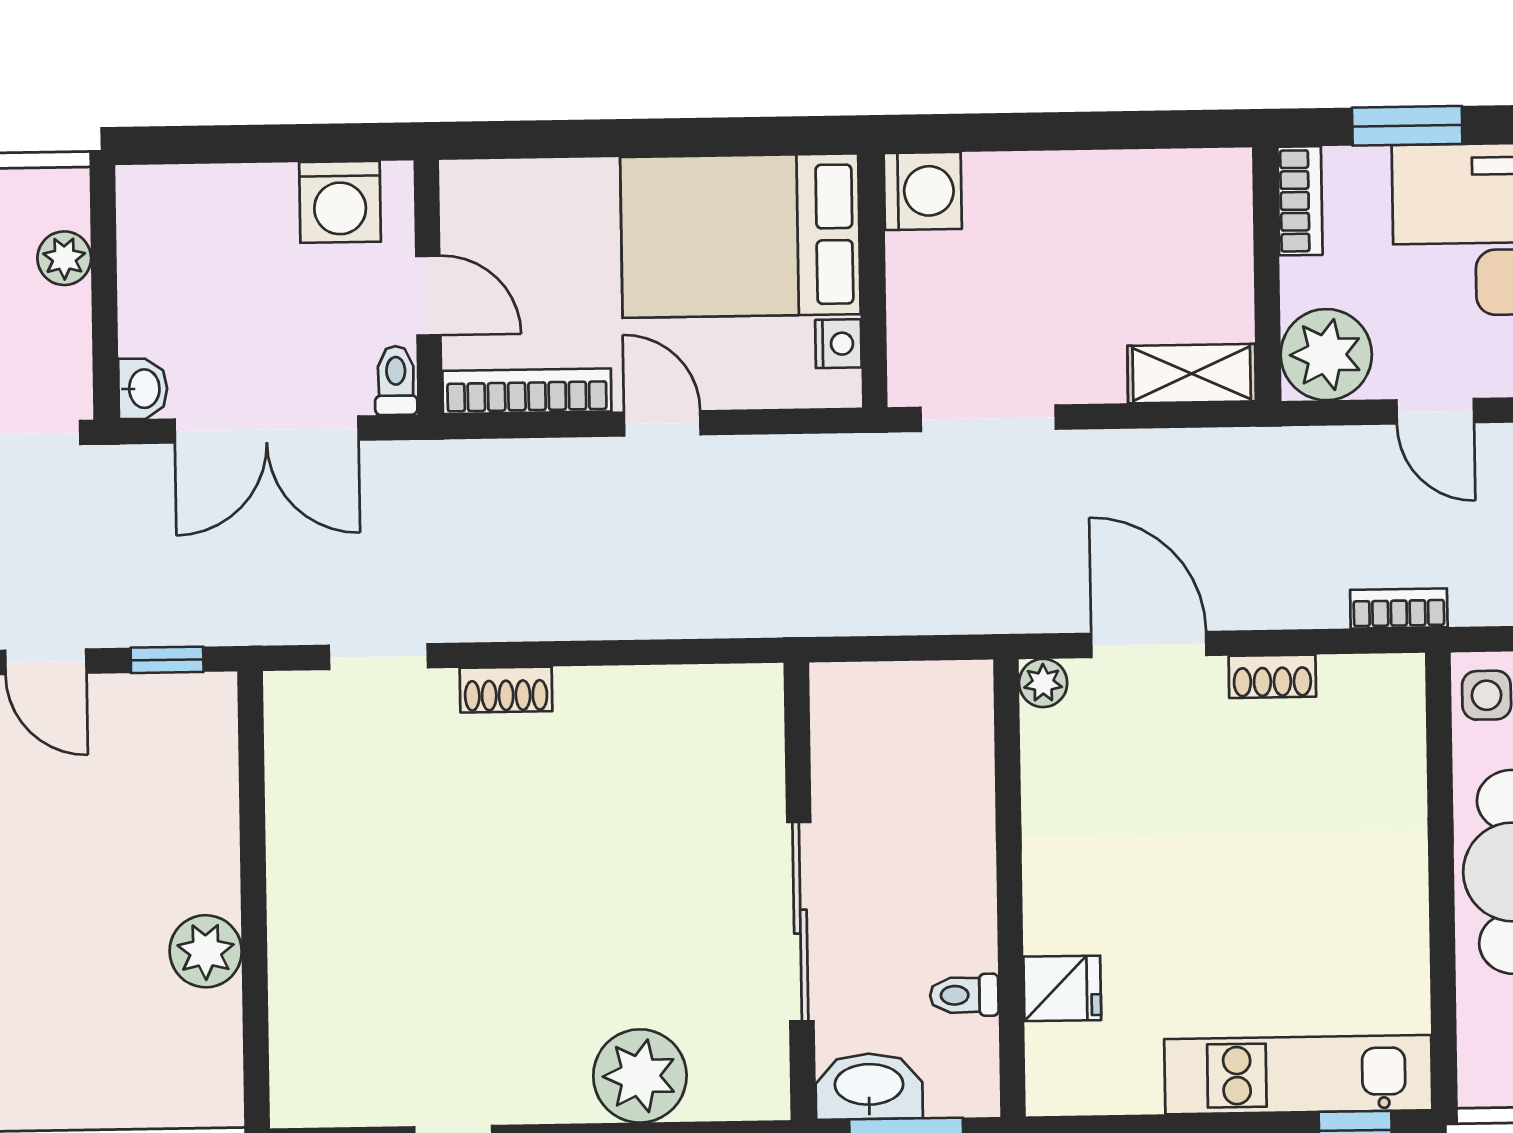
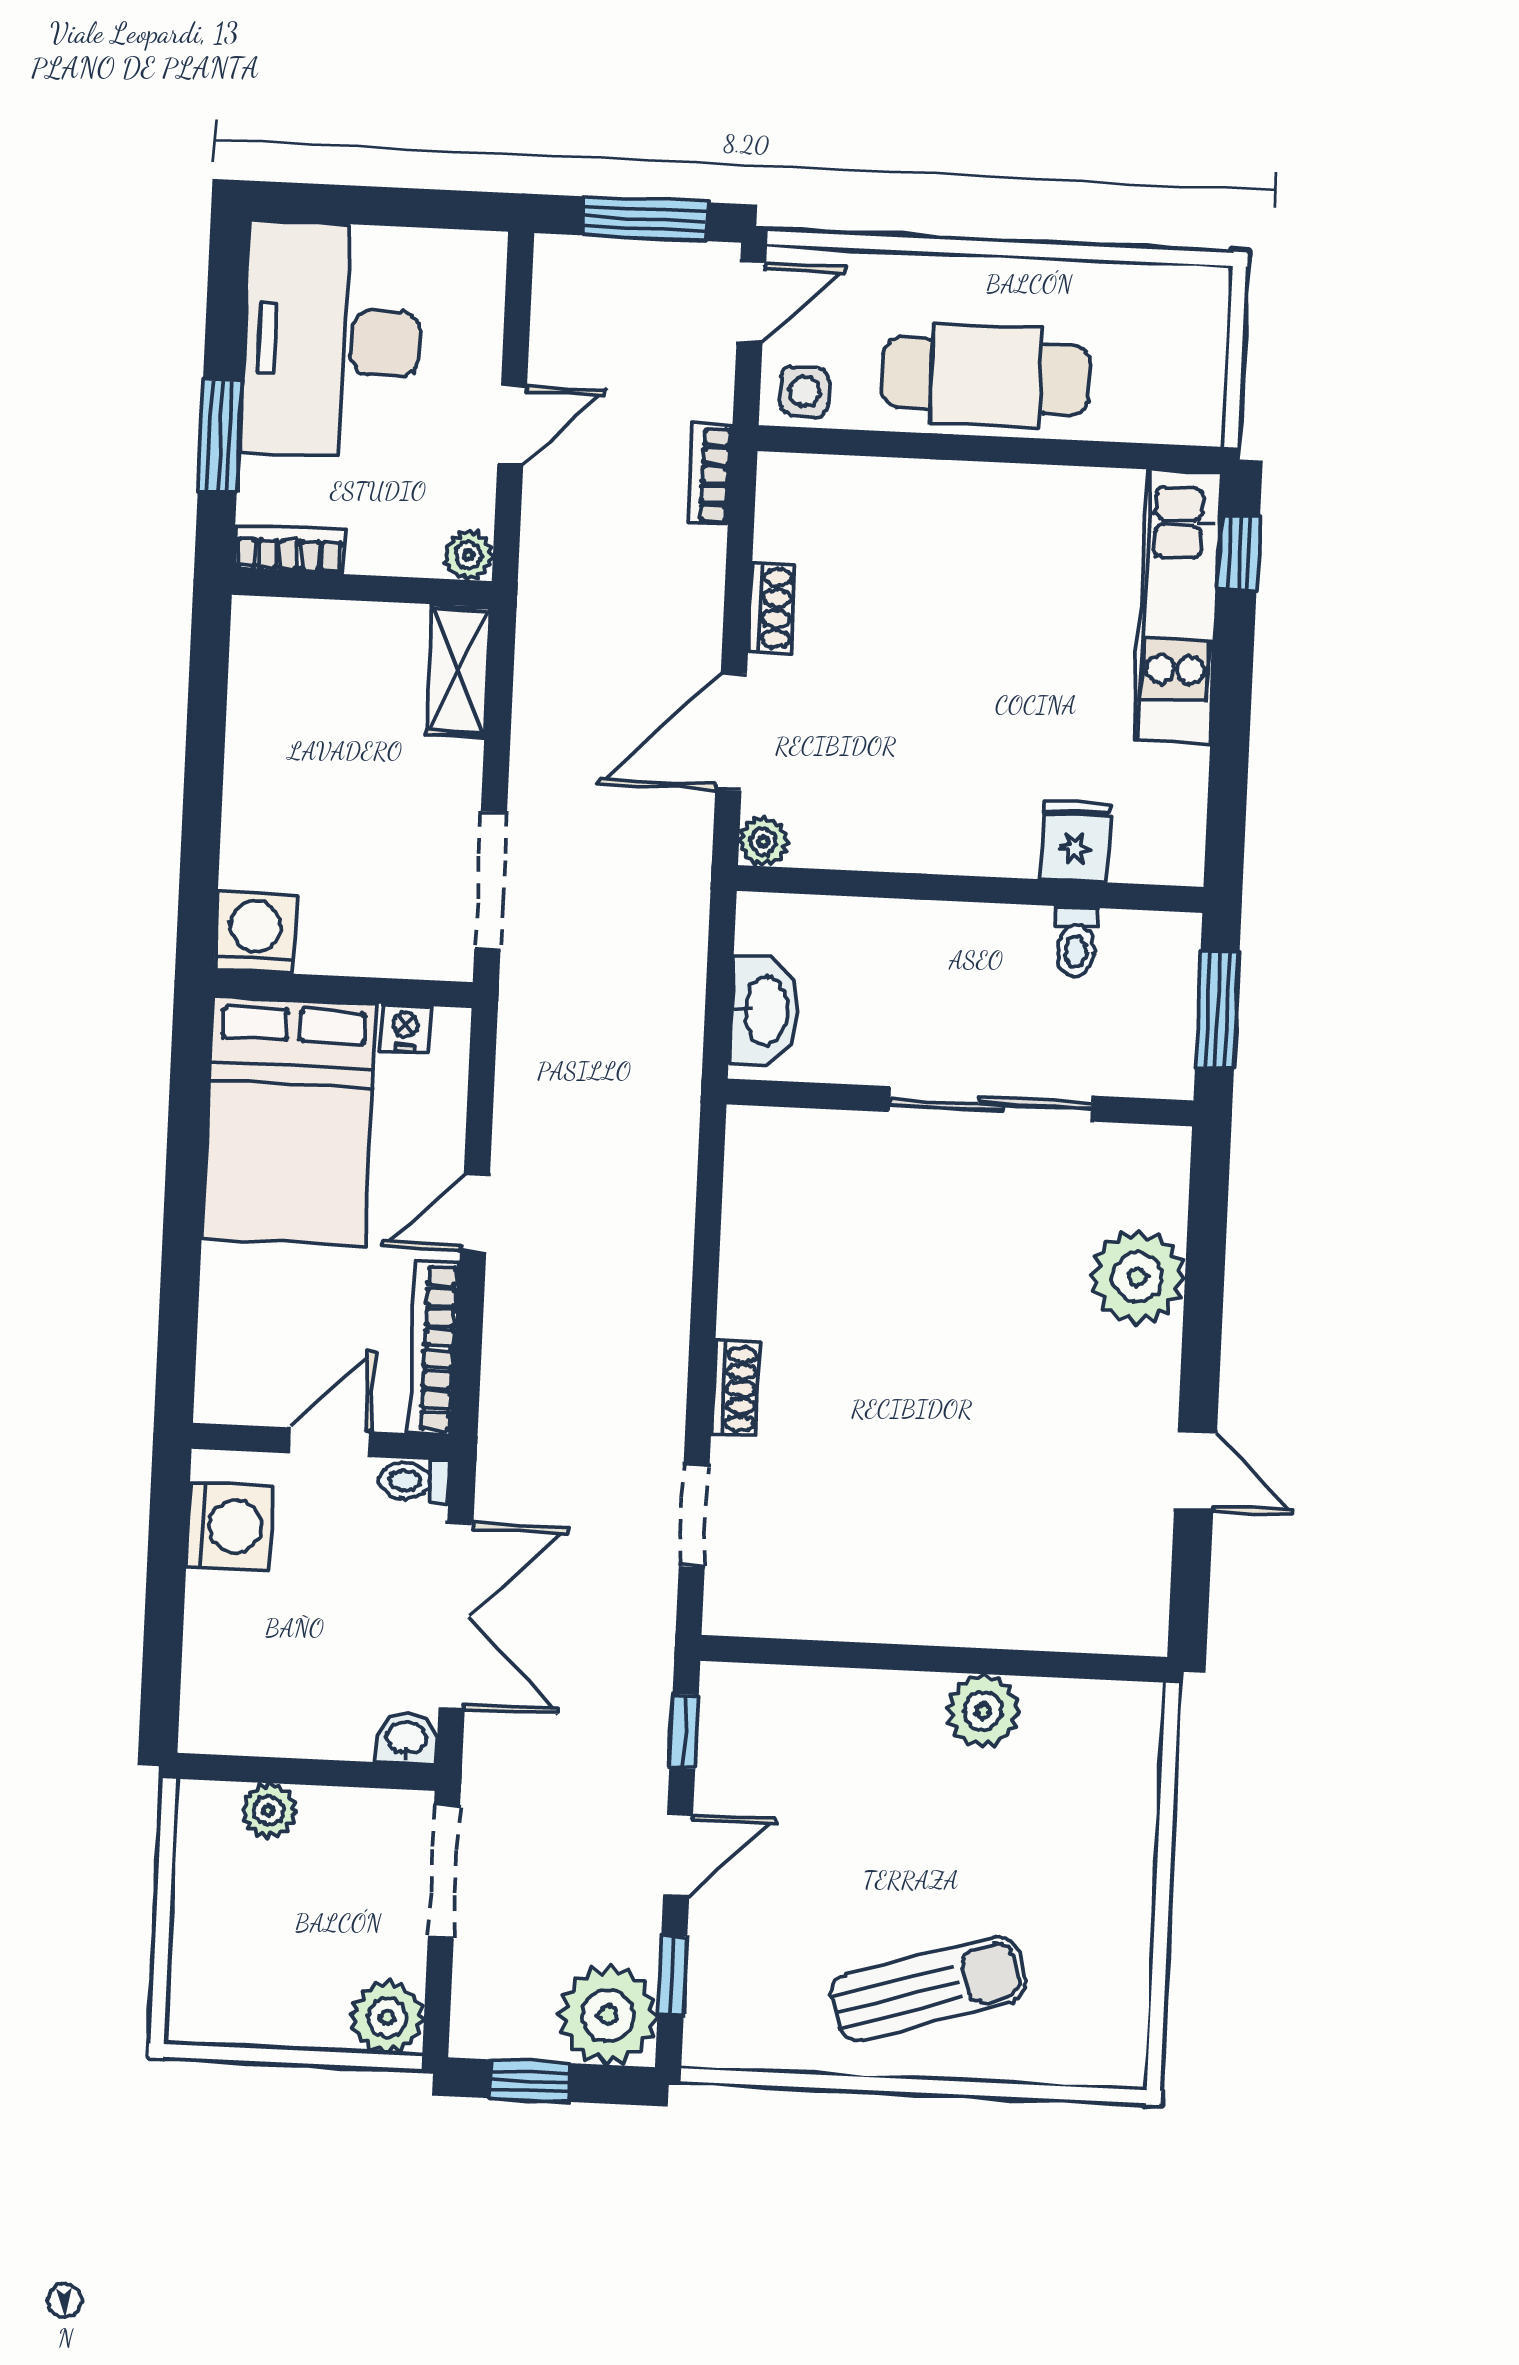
plant: (1326, 355) -> (468, 555), width x0.53, depth x0.53
washbasin: (869, 1086) -> (764, 1011), moved, turned 180

